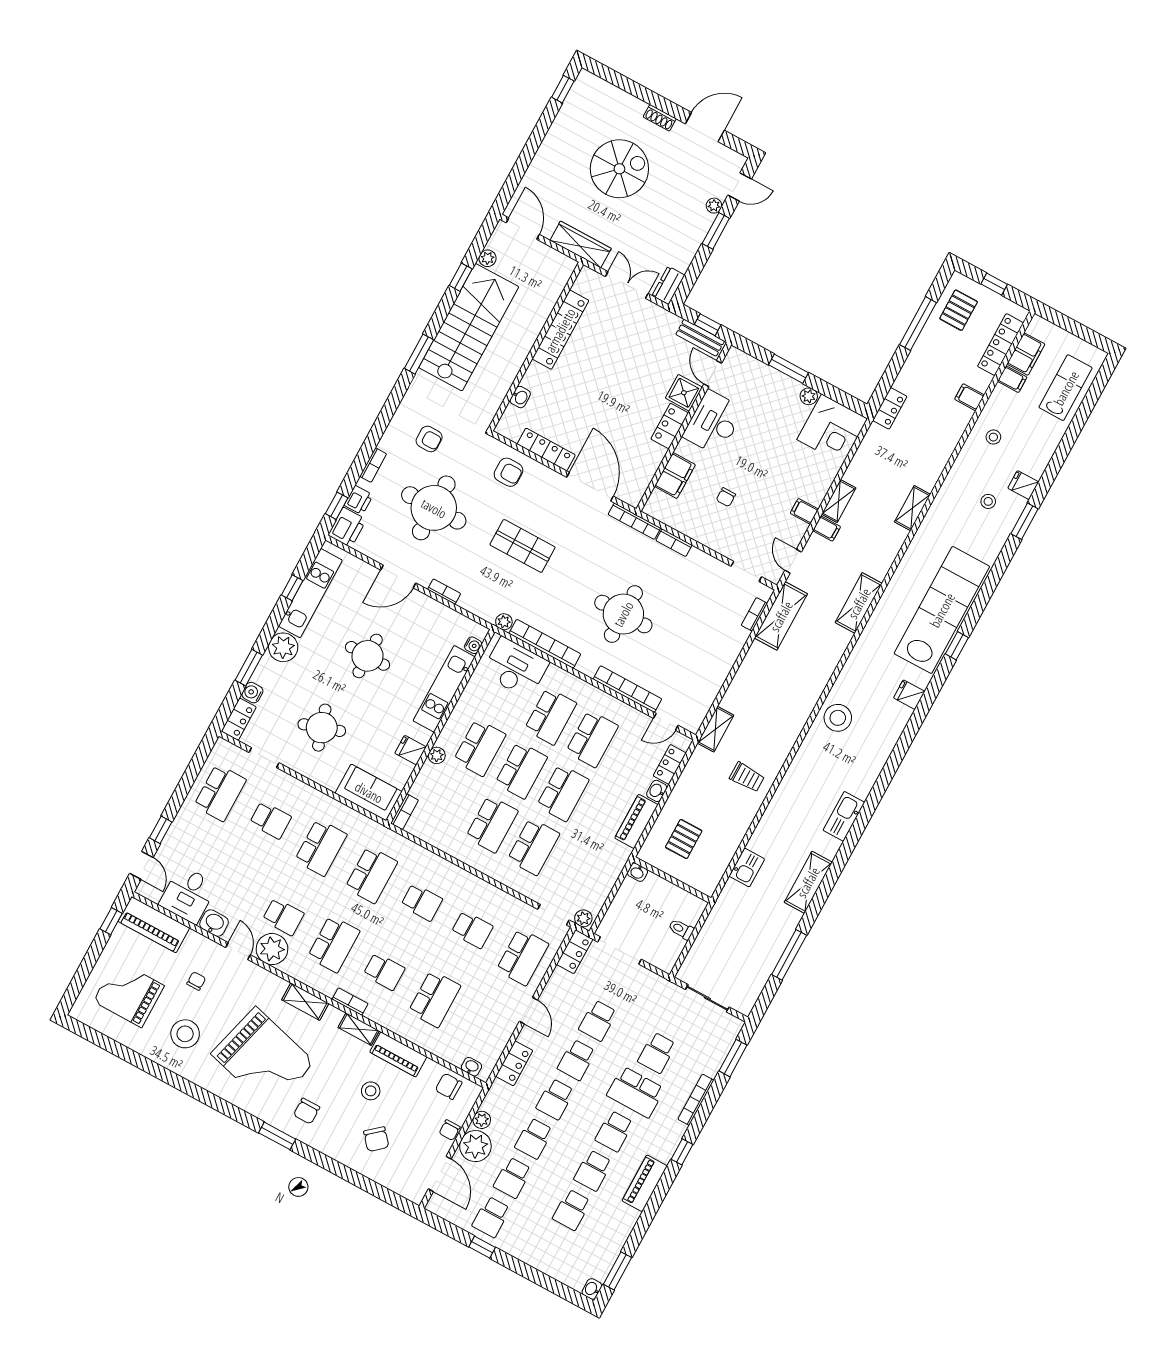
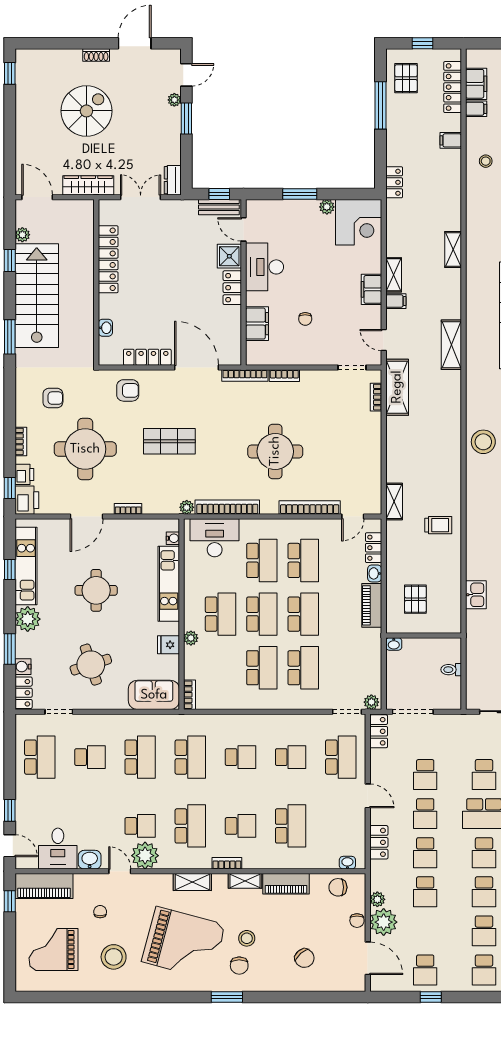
filing cabinet: (804, 511) -> (371, 289), width x2.00
stool: (371, 1091) -> (247, 938), moved
school desk: (513, 1178) -> (484, 970), moved

